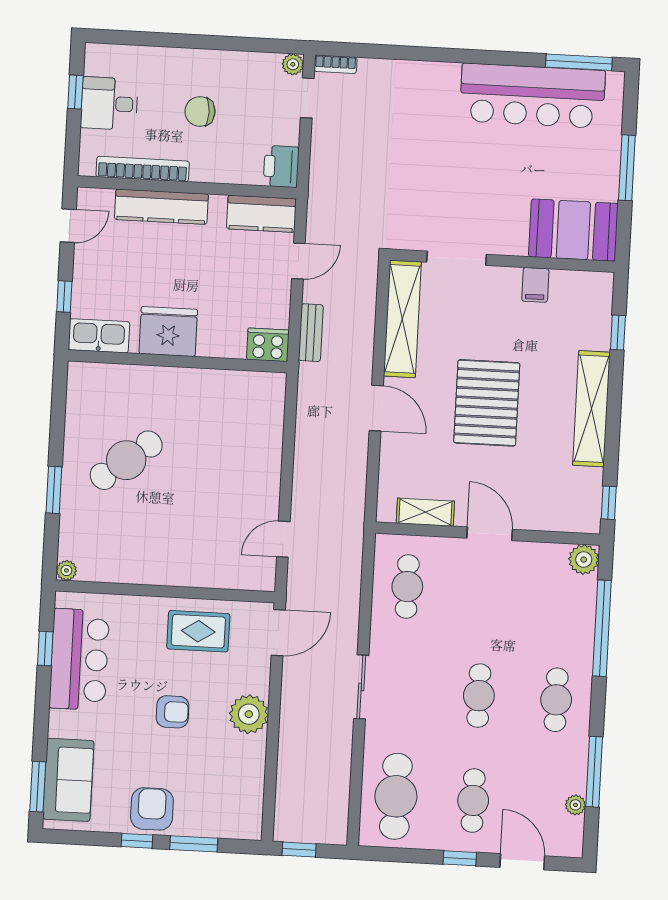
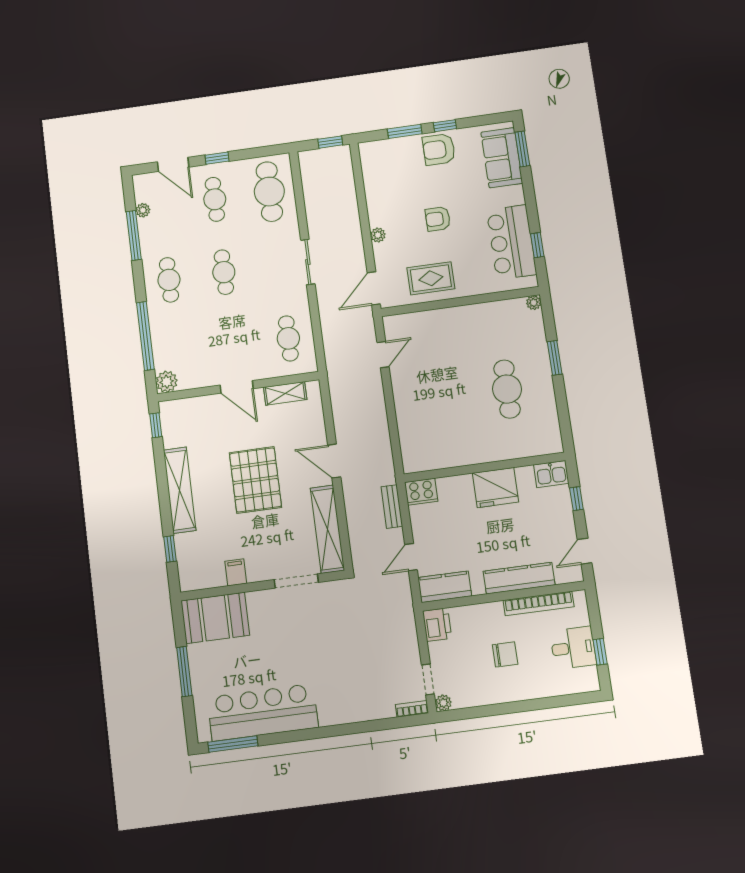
kitchen sink: (99, 336) -> (551, 474), width x0.73
cafe table: (126, 460) -> (507, 389), turned -52
plant: (249, 714) -> (378, 235), width x0.53, depth x0.53
armchair: (152, 809) -> (439, 149), turned 90

